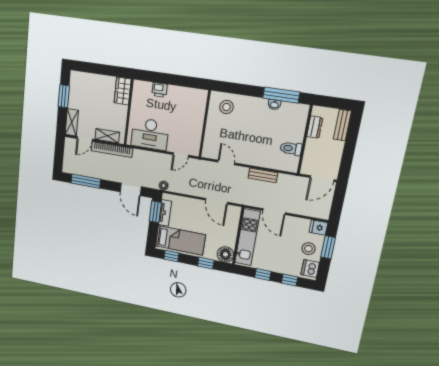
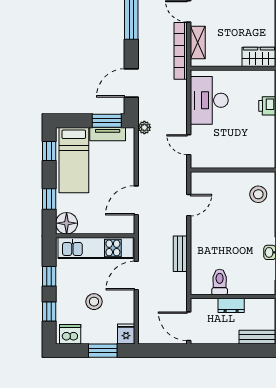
dresser: (315, 127) -> (231, 305), moved
stool: (308, 249) -> (94, 302), moved

